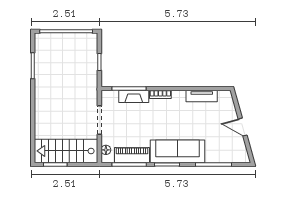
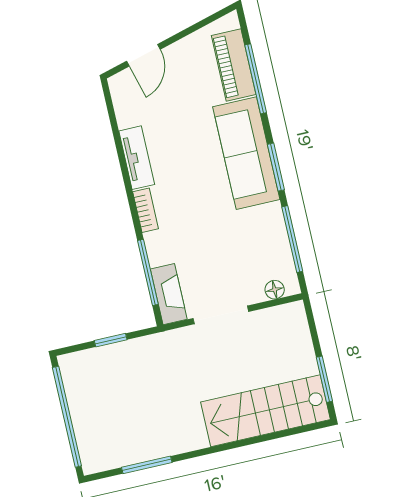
fireplace: (134, 96) -> (169, 294), moved
tv unit: (202, 96) -> (137, 158), moved
door: (243, 127) -> (143, 55), moved
stairs: (66, 151) -> (266, 411), moved, turned 90
piano: (132, 155) -> (234, 65), moved

